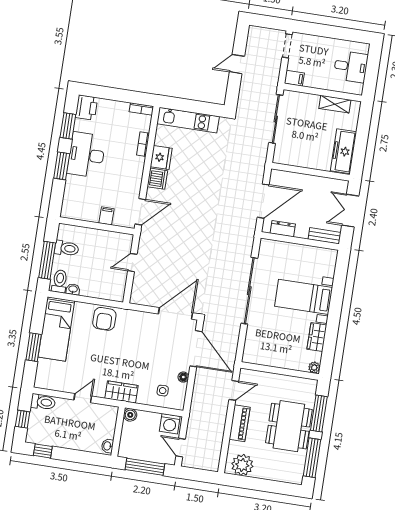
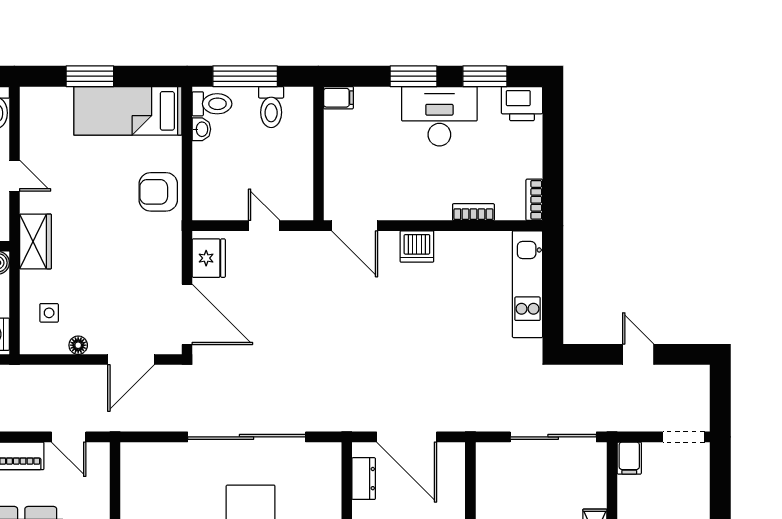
fridge: (161, 157) -> (209, 258), moved, turned -90
filing cabinet: (106, 216) -> (338, 98), moved
door: (196, 349) -> (131, 360), width x0.73

